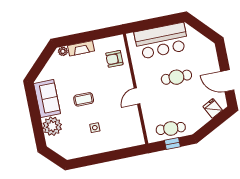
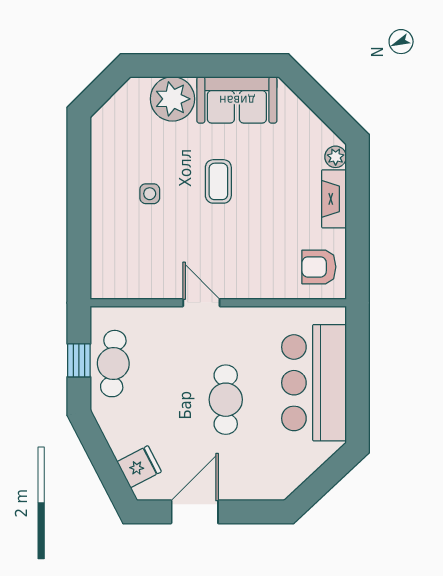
armchair: (114, 59) -> (319, 267), moved, turned -90

